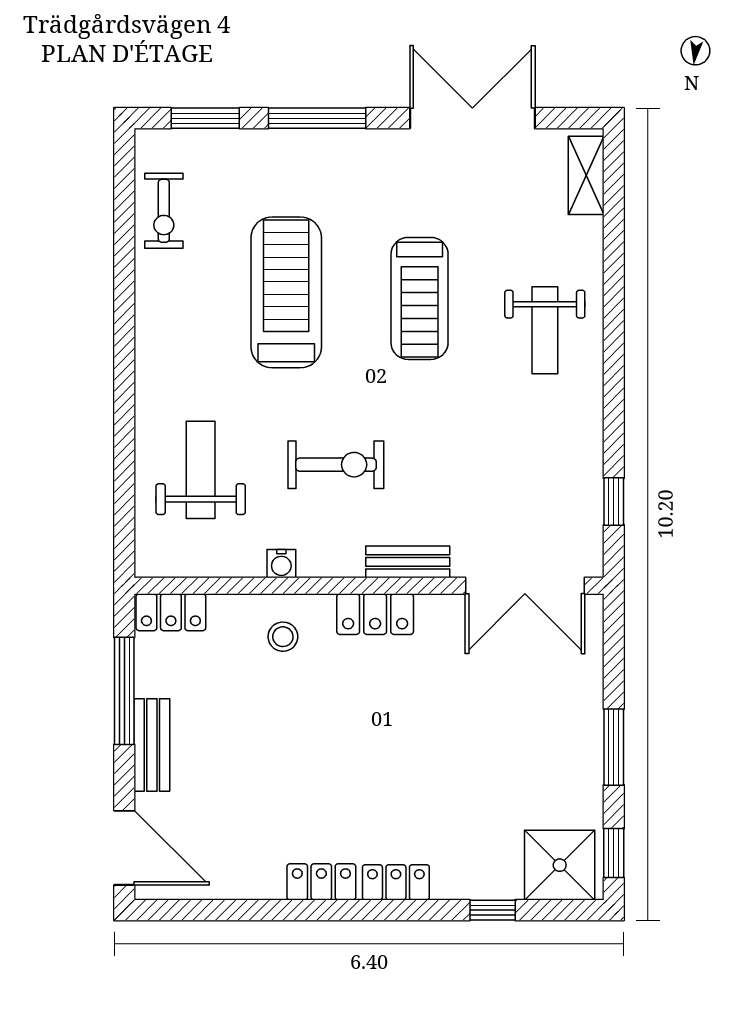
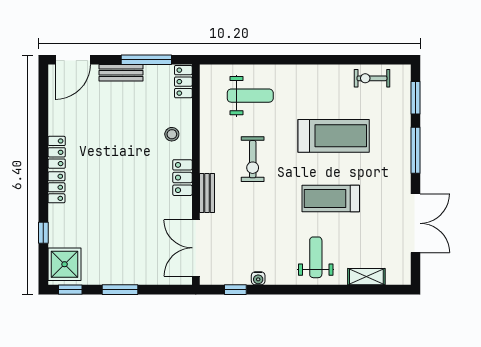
shelving: (586, 175) -> (366, 277), moved
weight bench: (545, 330) -> (316, 257), turned 90
water cooler: (281, 564) -> (258, 278), moved, turned -90

